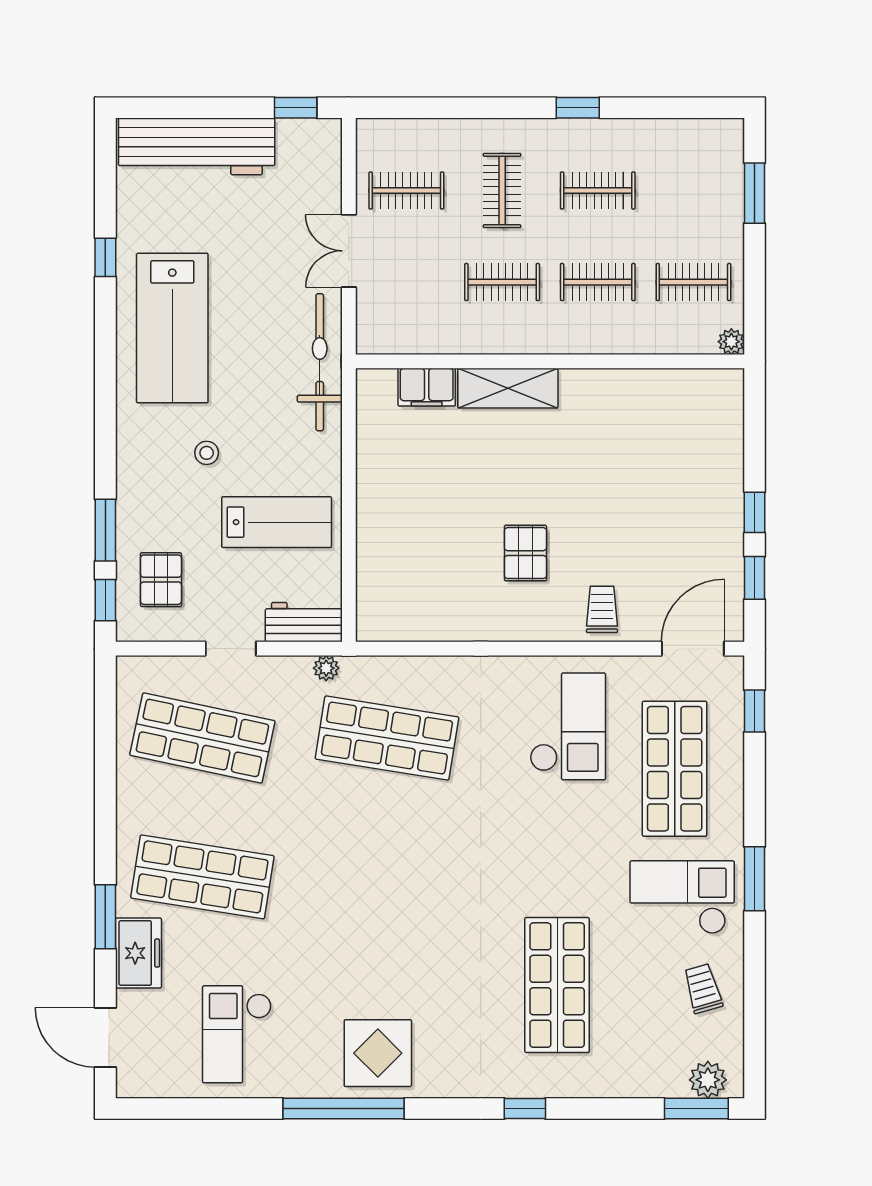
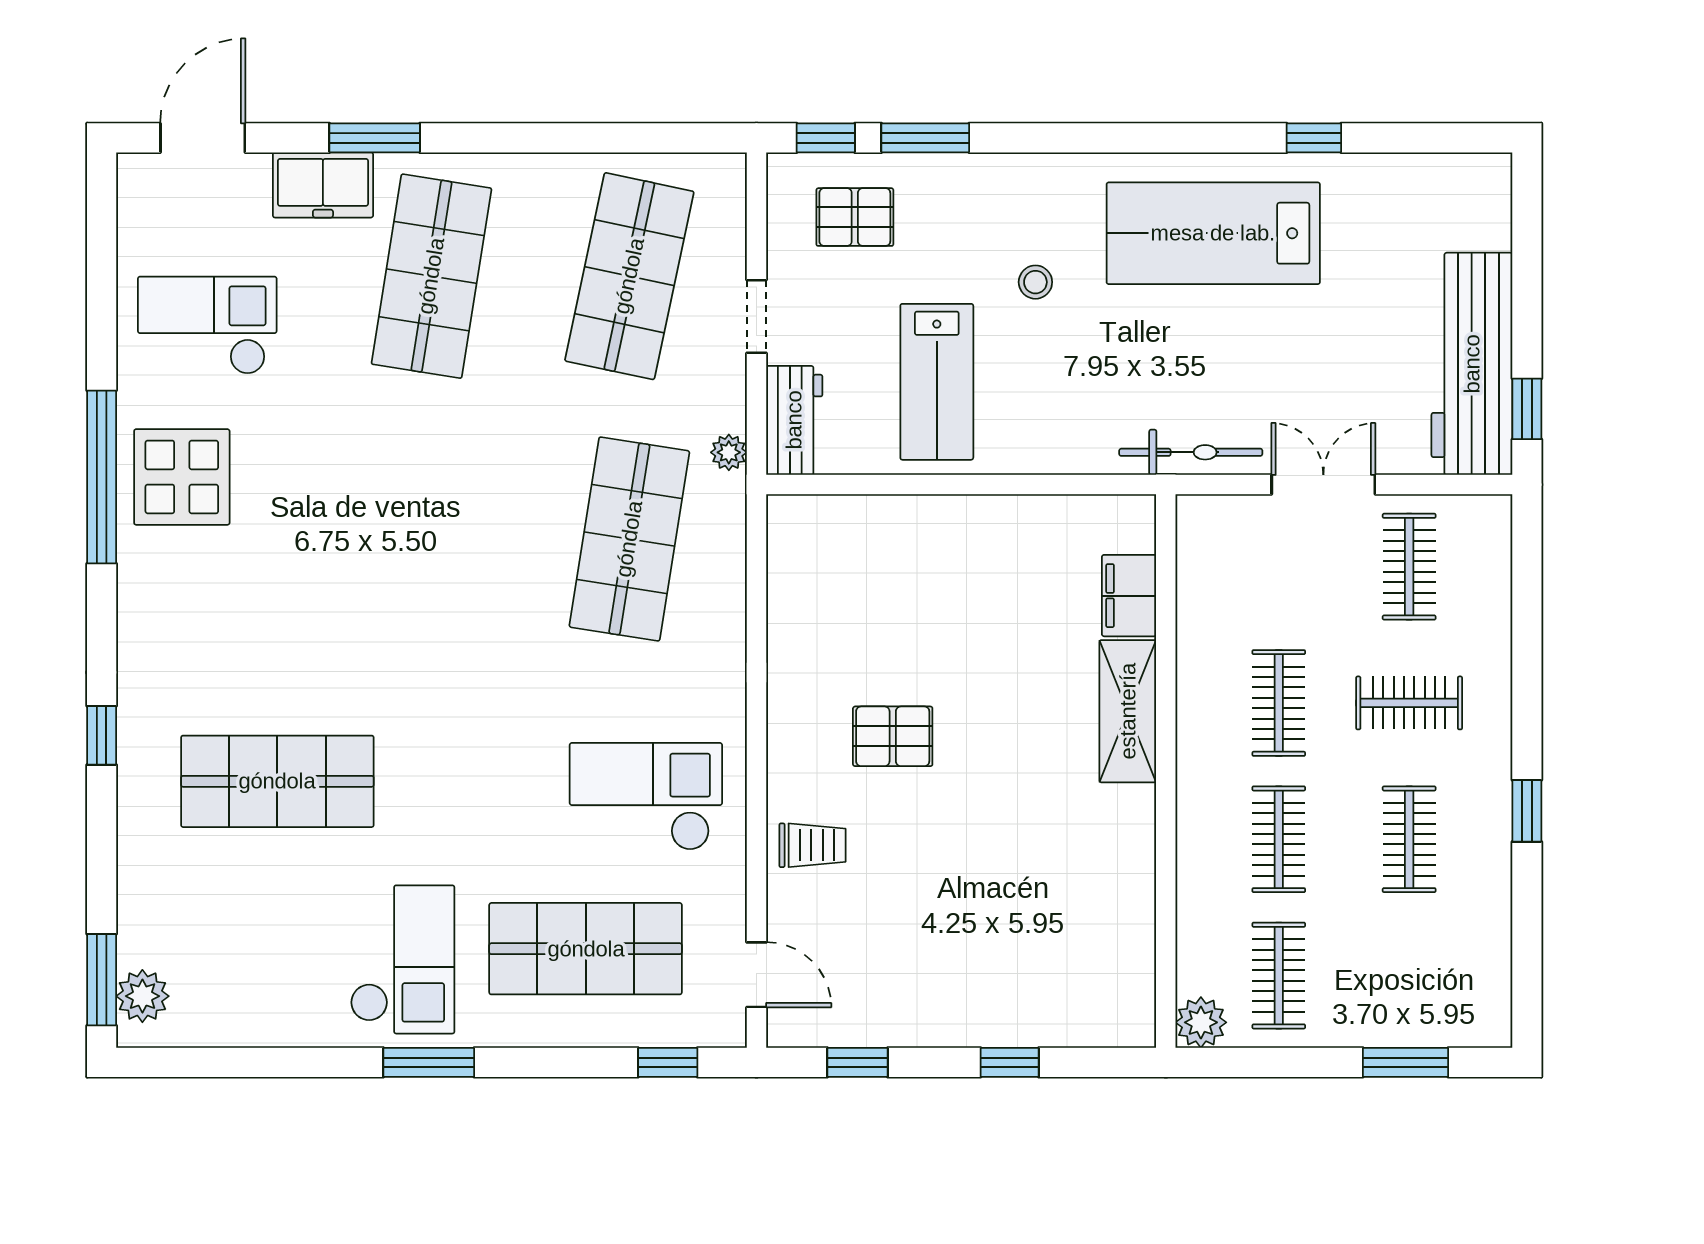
workbench: (197, 146) -> (1472, 364), moved
plant: (731, 342) -> (1201, 1022), width x1.38, depth x1.38
bicycle: (320, 362) -> (1191, 452), width x0.73, depth x0.71
window: (754, 512) -> (1010, 1062), moved
door: (693, 649) -> (756, 975), width x0.73
checkout: (568, 726) -> (646, 797), turned 180
trolley: (703, 989) -> (272, 989), removed
display table: (378, 1053) -> (182, 477), moved

